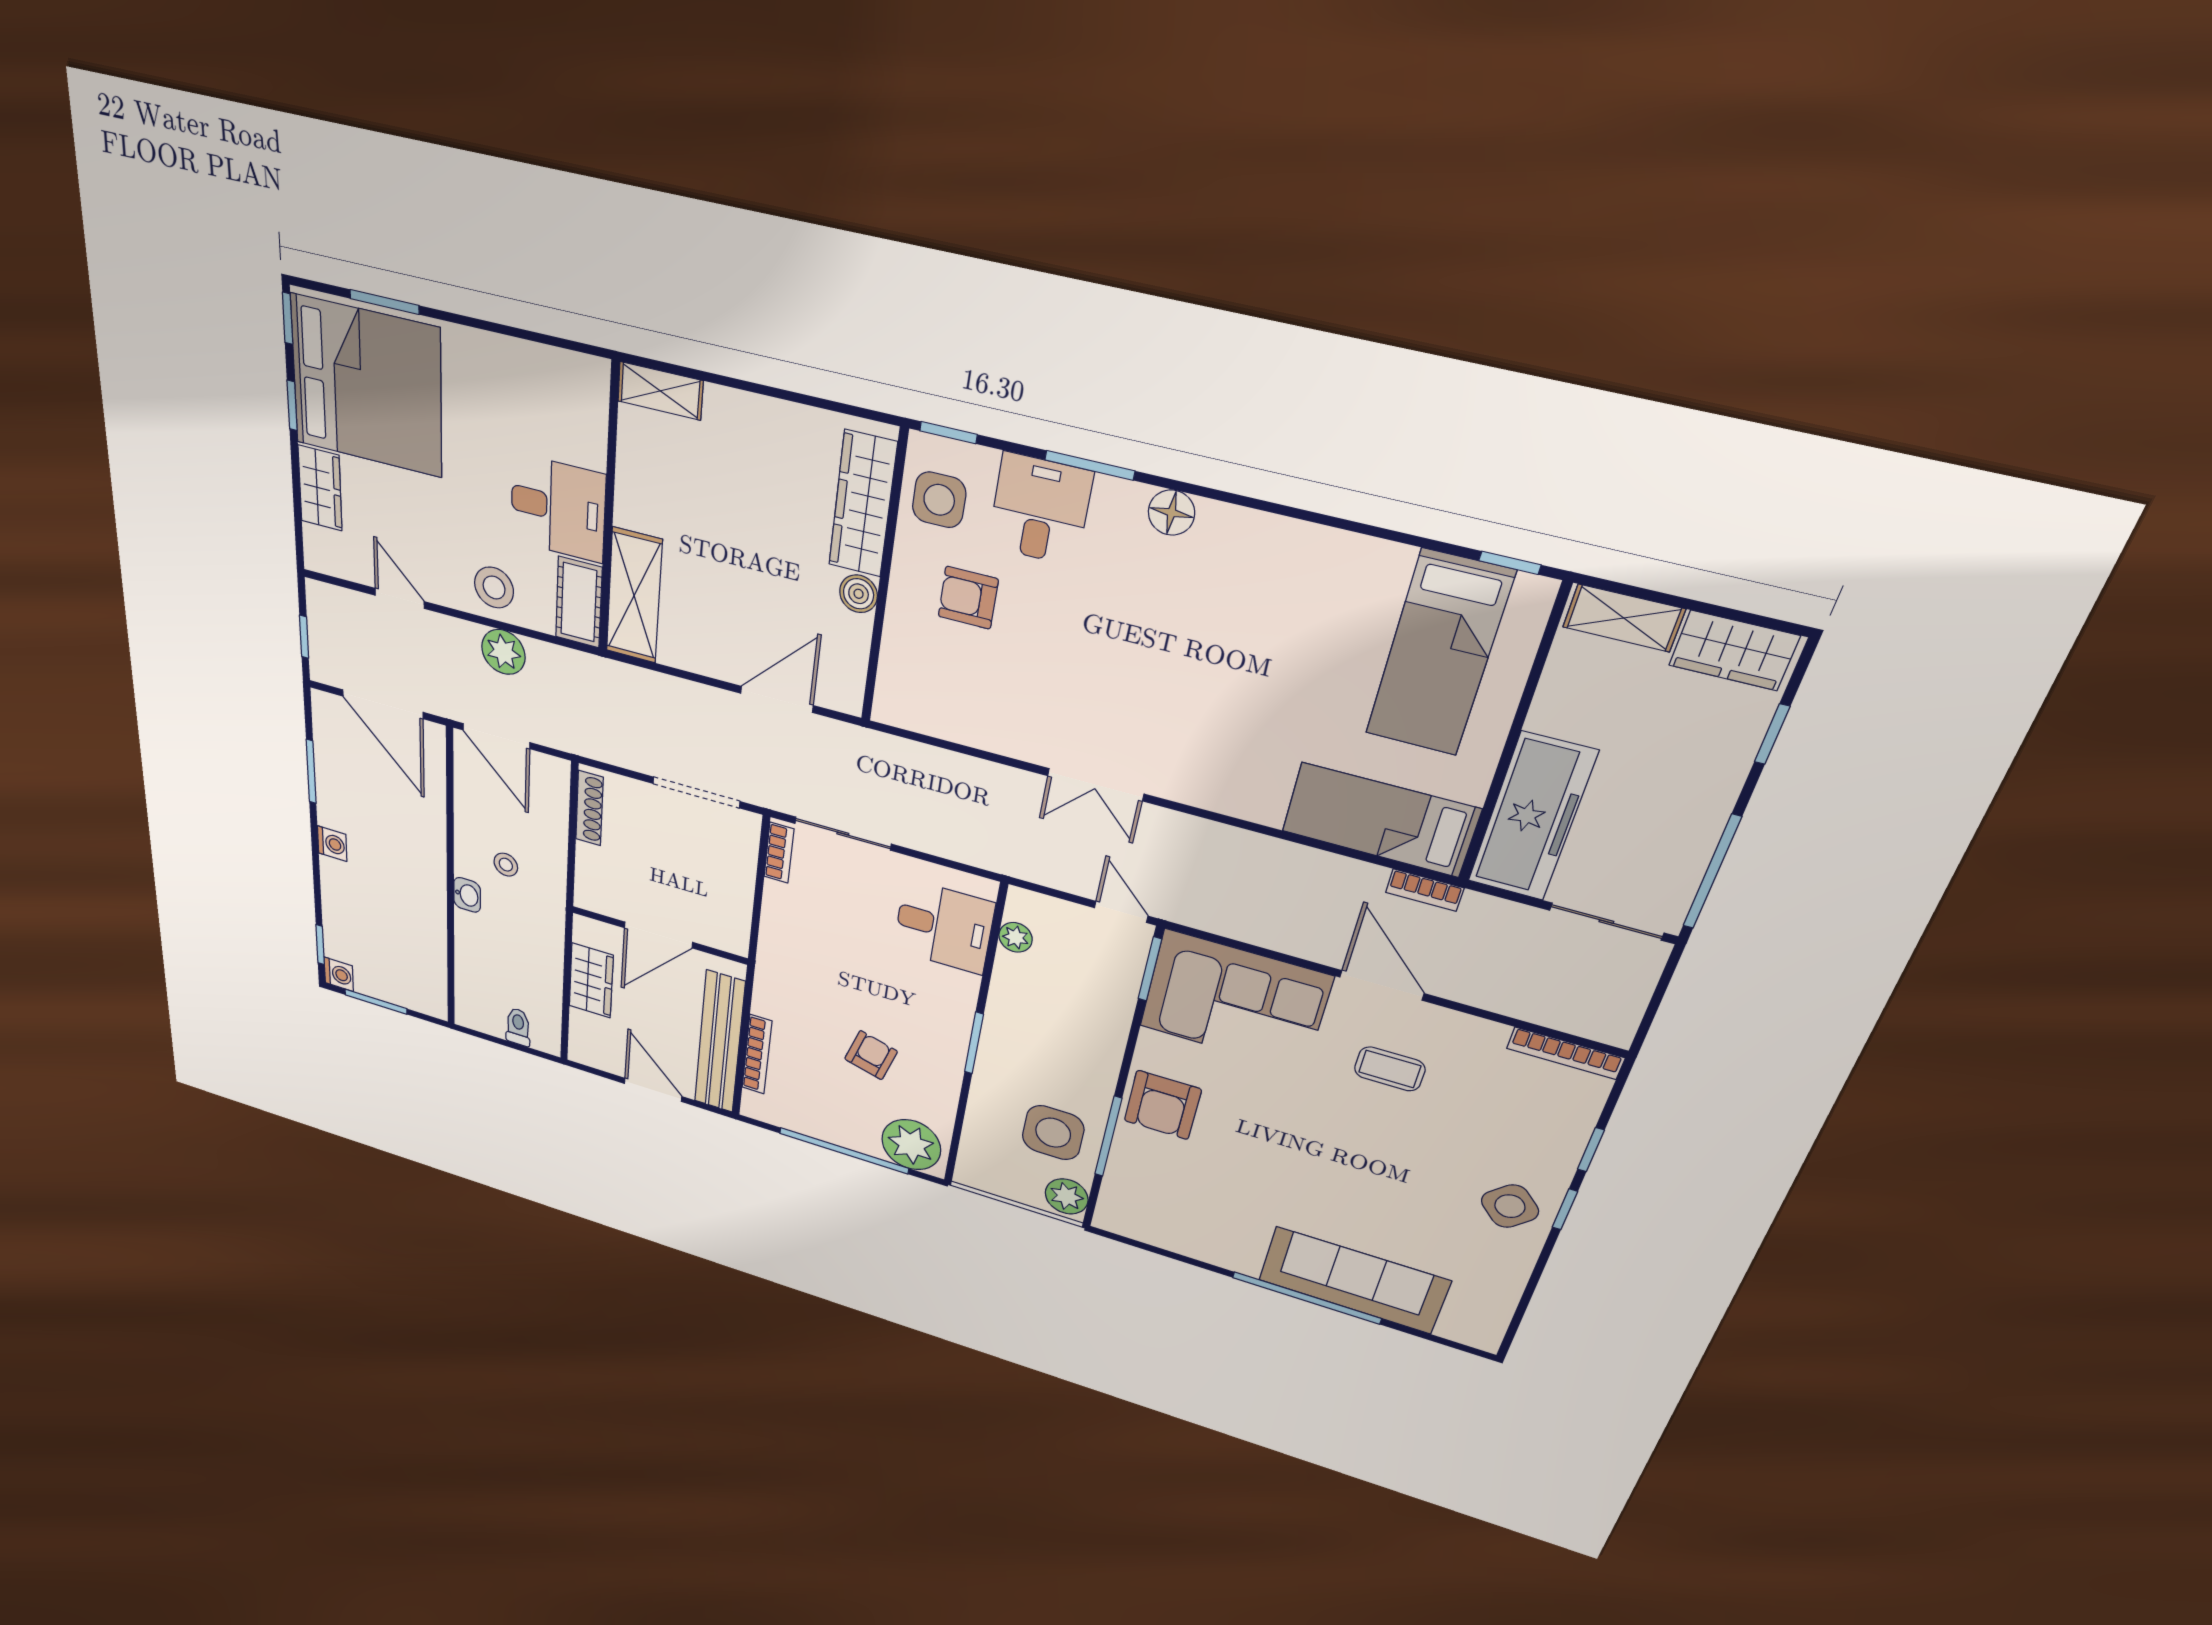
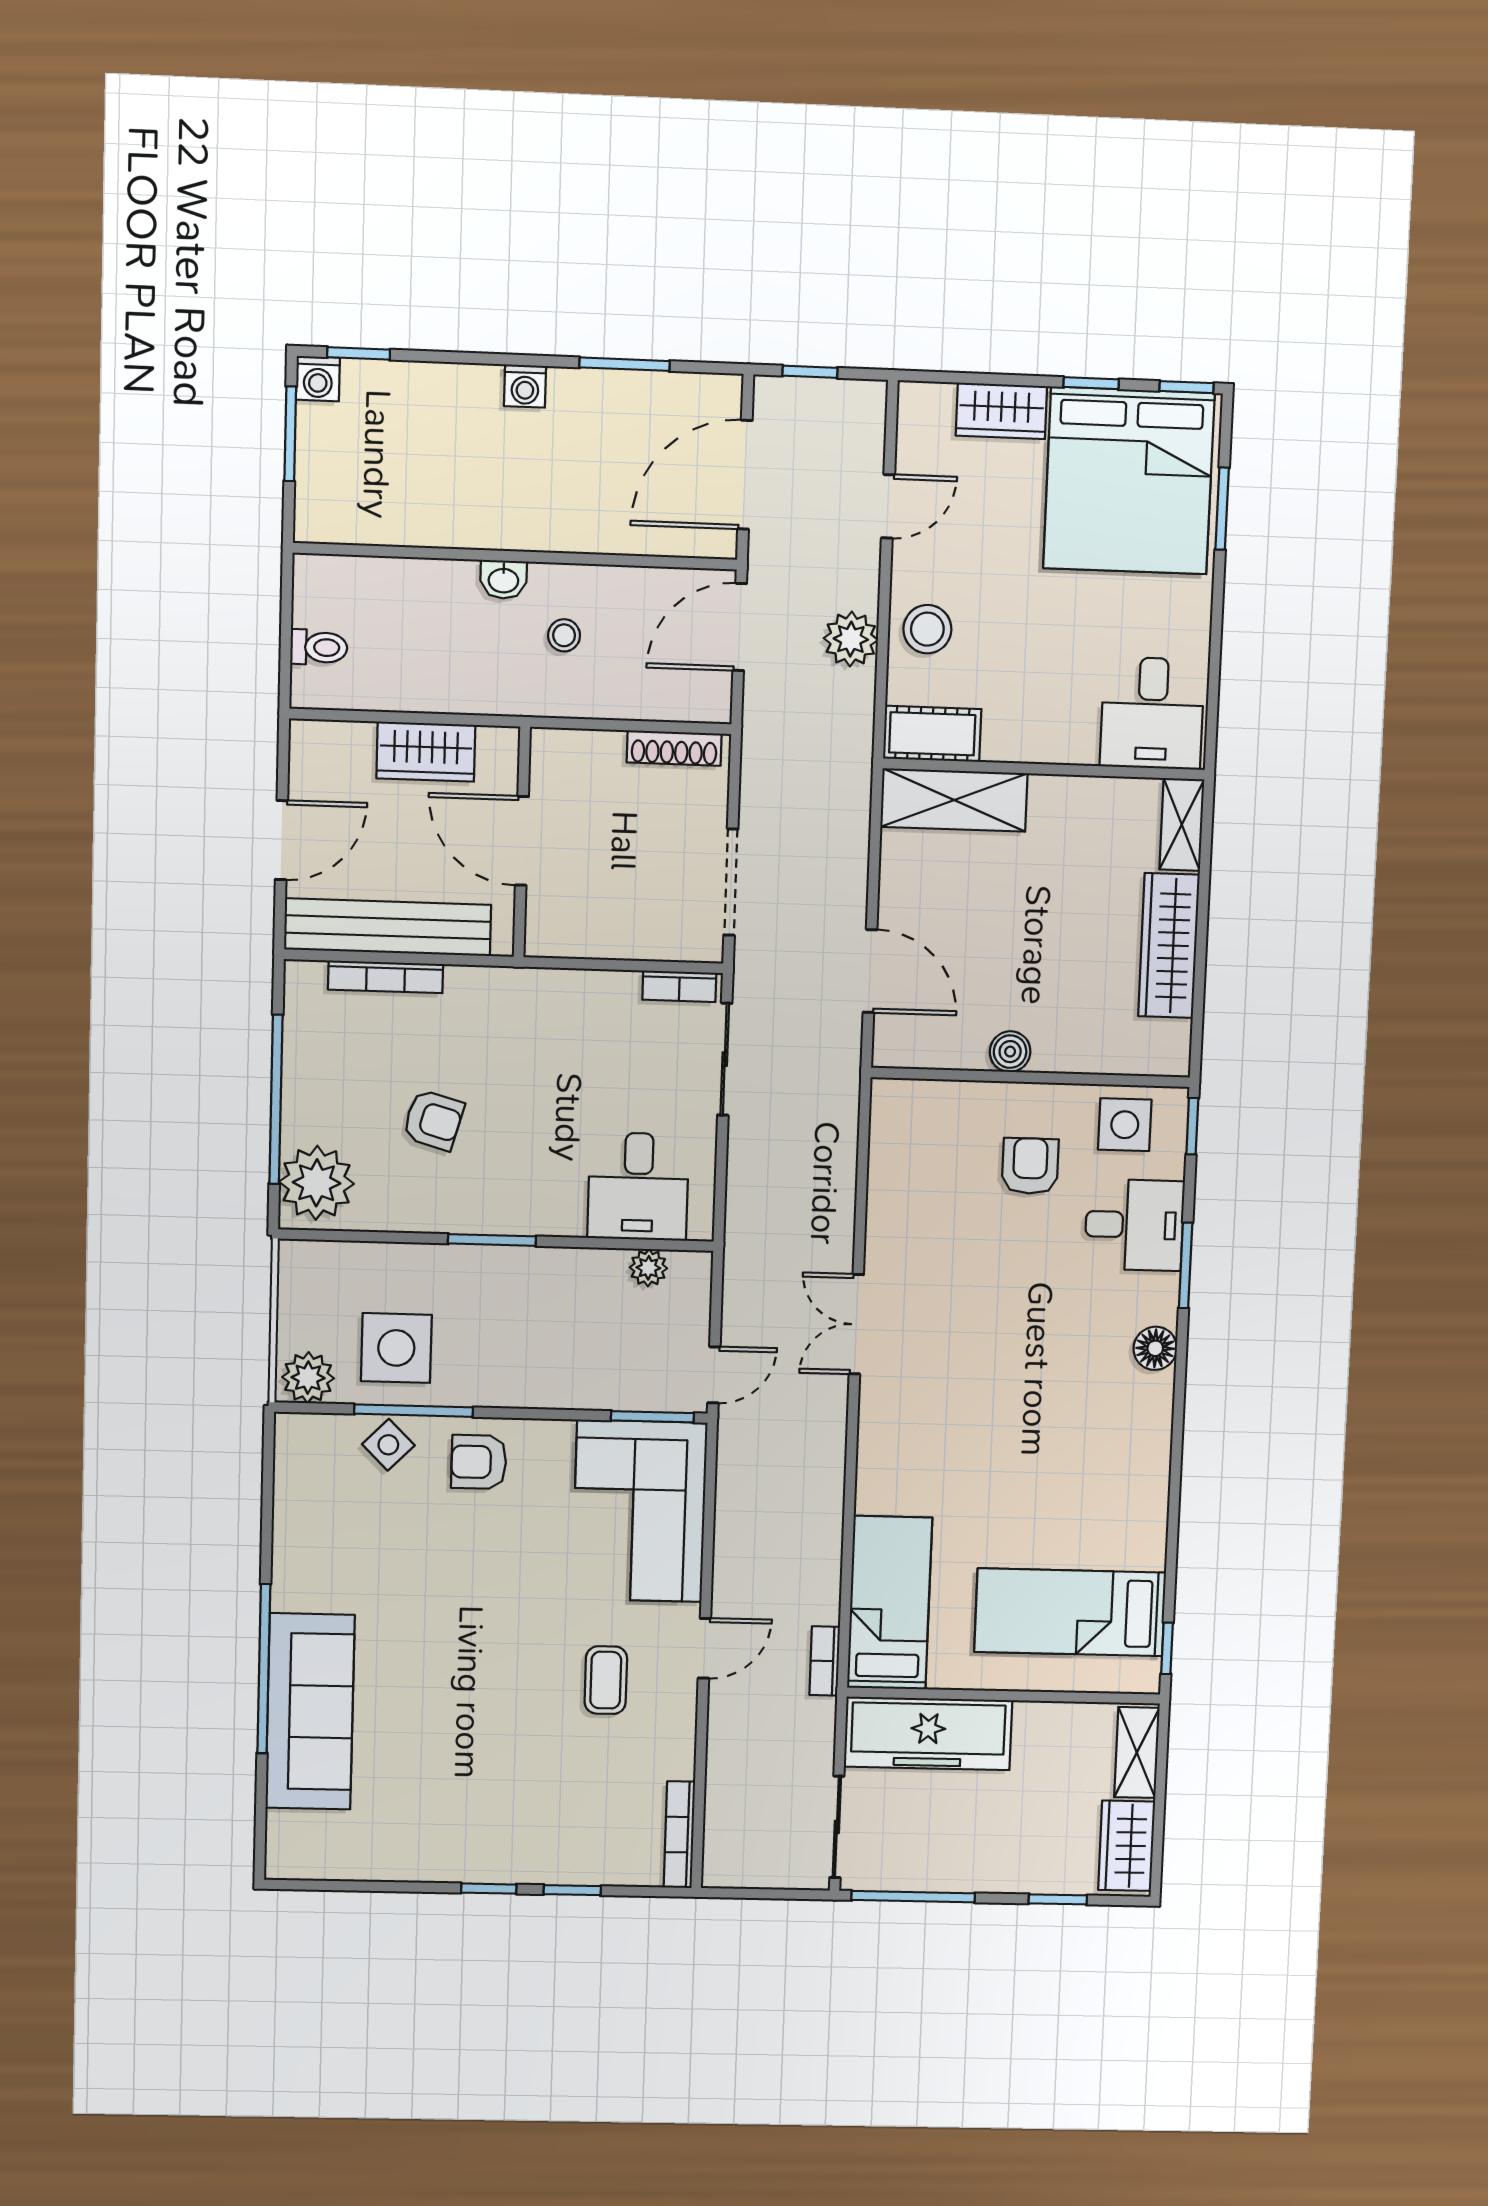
wardrobe: (863, 504) -> (1169, 945), moved, turned -90
desk: (558, 508) -> (1152, 713), moved
door: (1382, 985) -> (704, 1648), width x0.73
armchair: (1163, 1105) -> (479, 1462), width x0.72, depth x0.72
side table: (1510, 1206) -> (388, 1445), moved, width x0.73, depth x0.73

